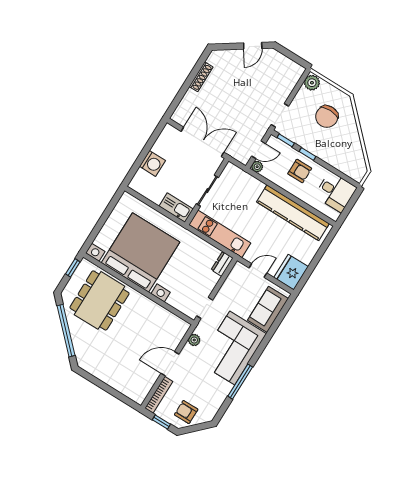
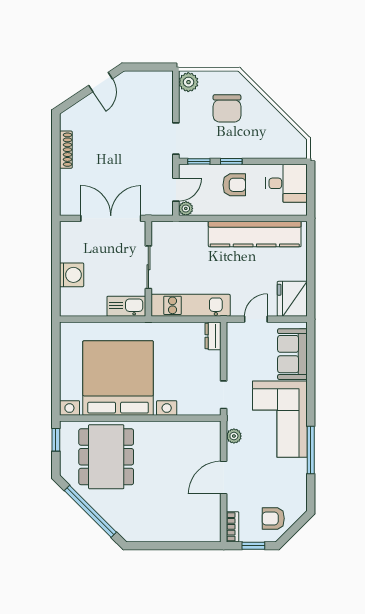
bookcase: (159, 395) -> (233, 527), width x0.64

